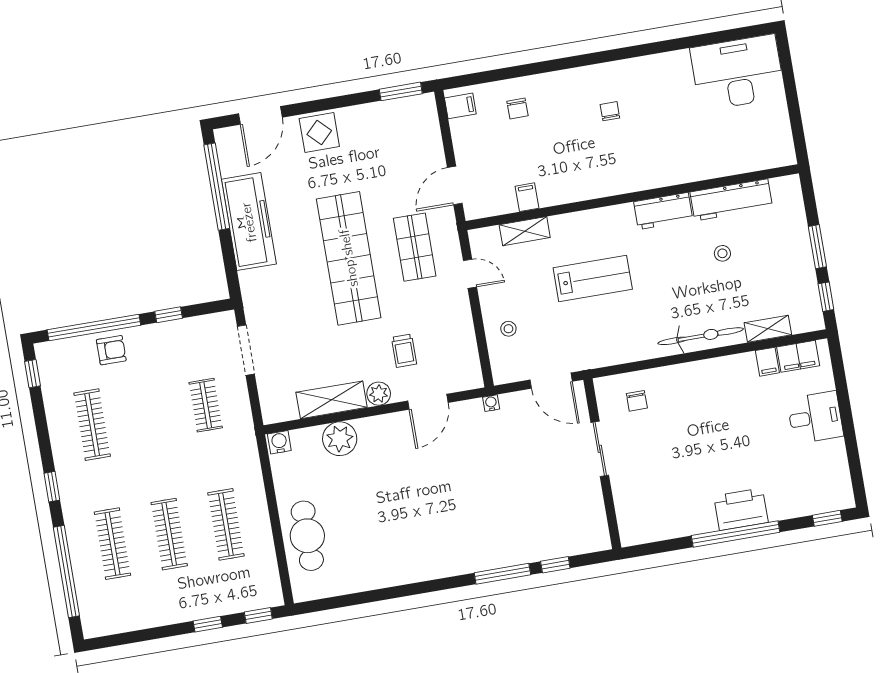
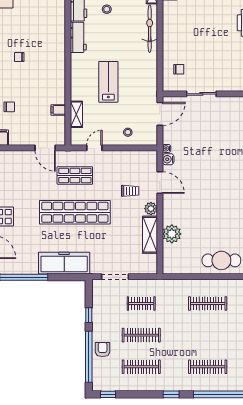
freezer: (249, 222) -> (64, 263), moved
water cooler: (279, 442) -> (168, 159), moved
clothes rail: (169, 534) -> (141, 335), moved

